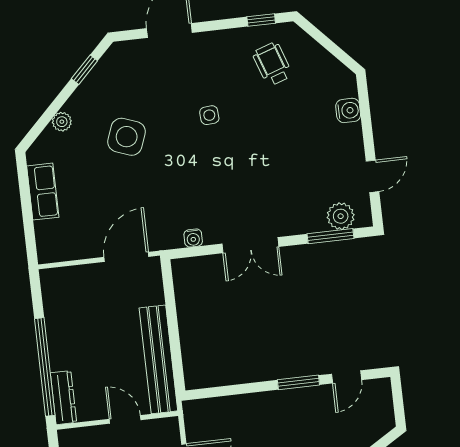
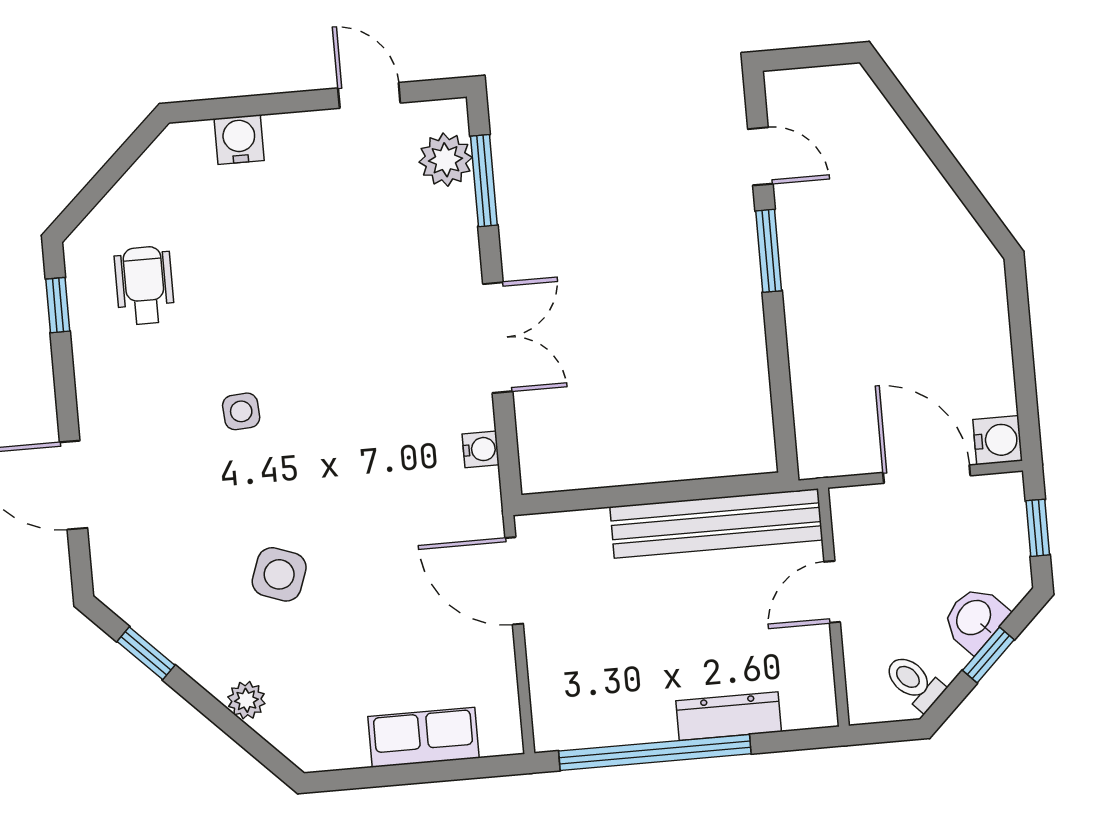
wheelchair: (272, 64) -> (144, 285), turned 109
side table: (127, 137) -> (279, 574), width x0.73, depth x0.73
row of seats: (43, 192) -> (424, 737), moved
window: (45, 367) -> (655, 752), moved
dresser: (63, 398) -> (729, 716), moved

